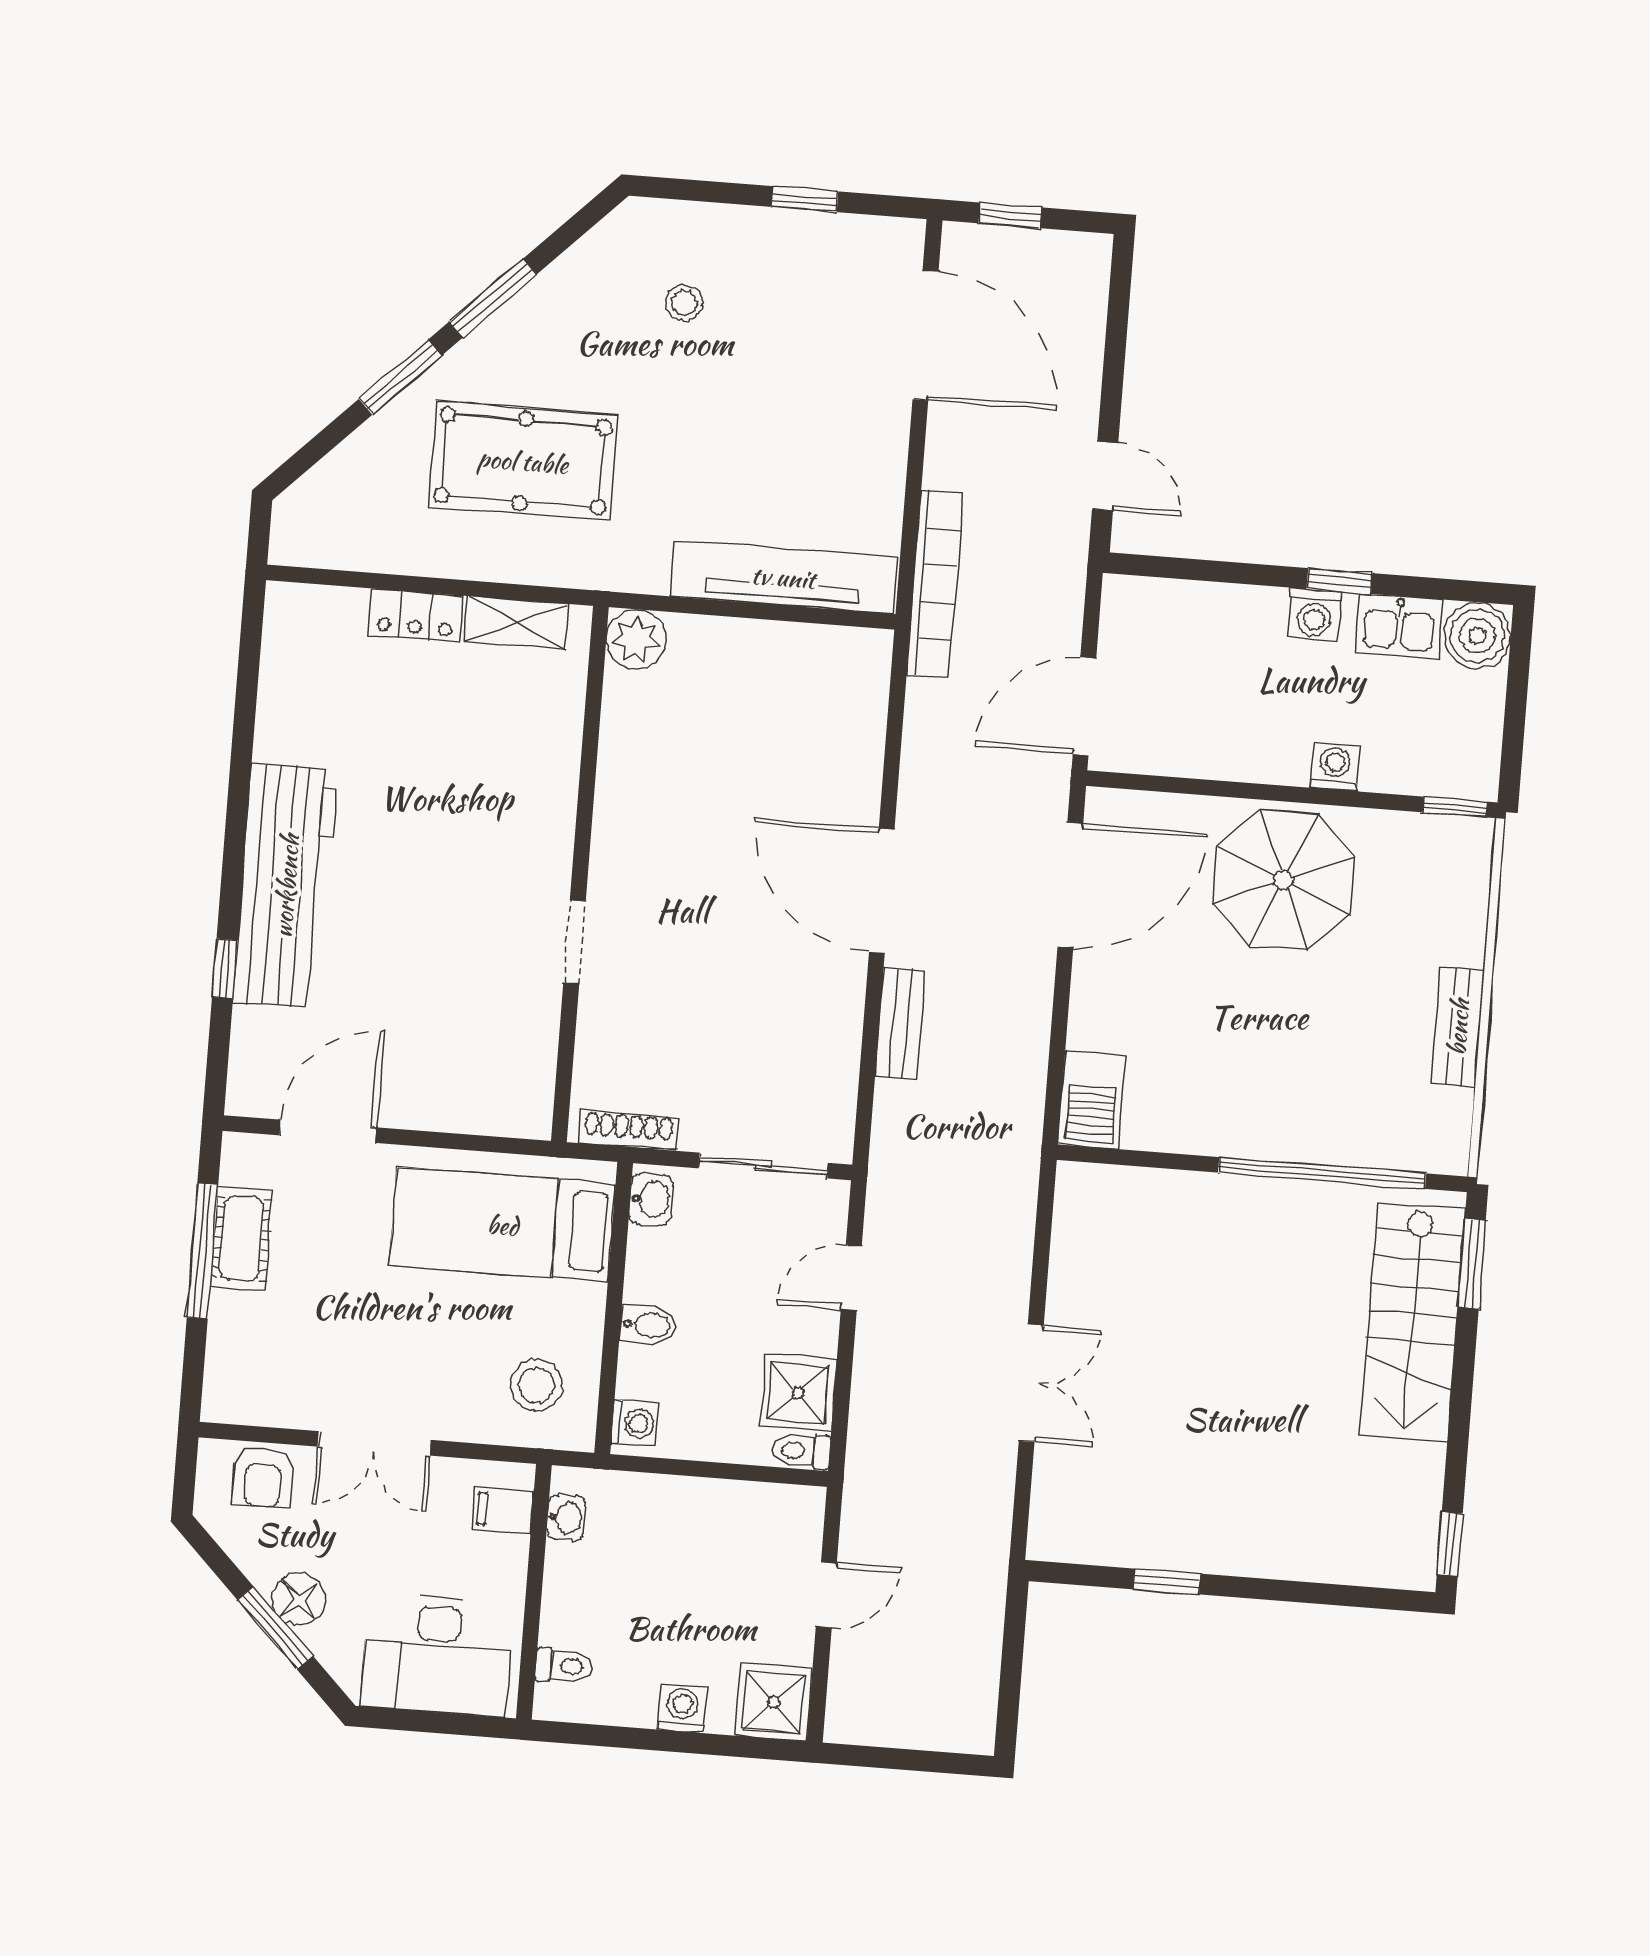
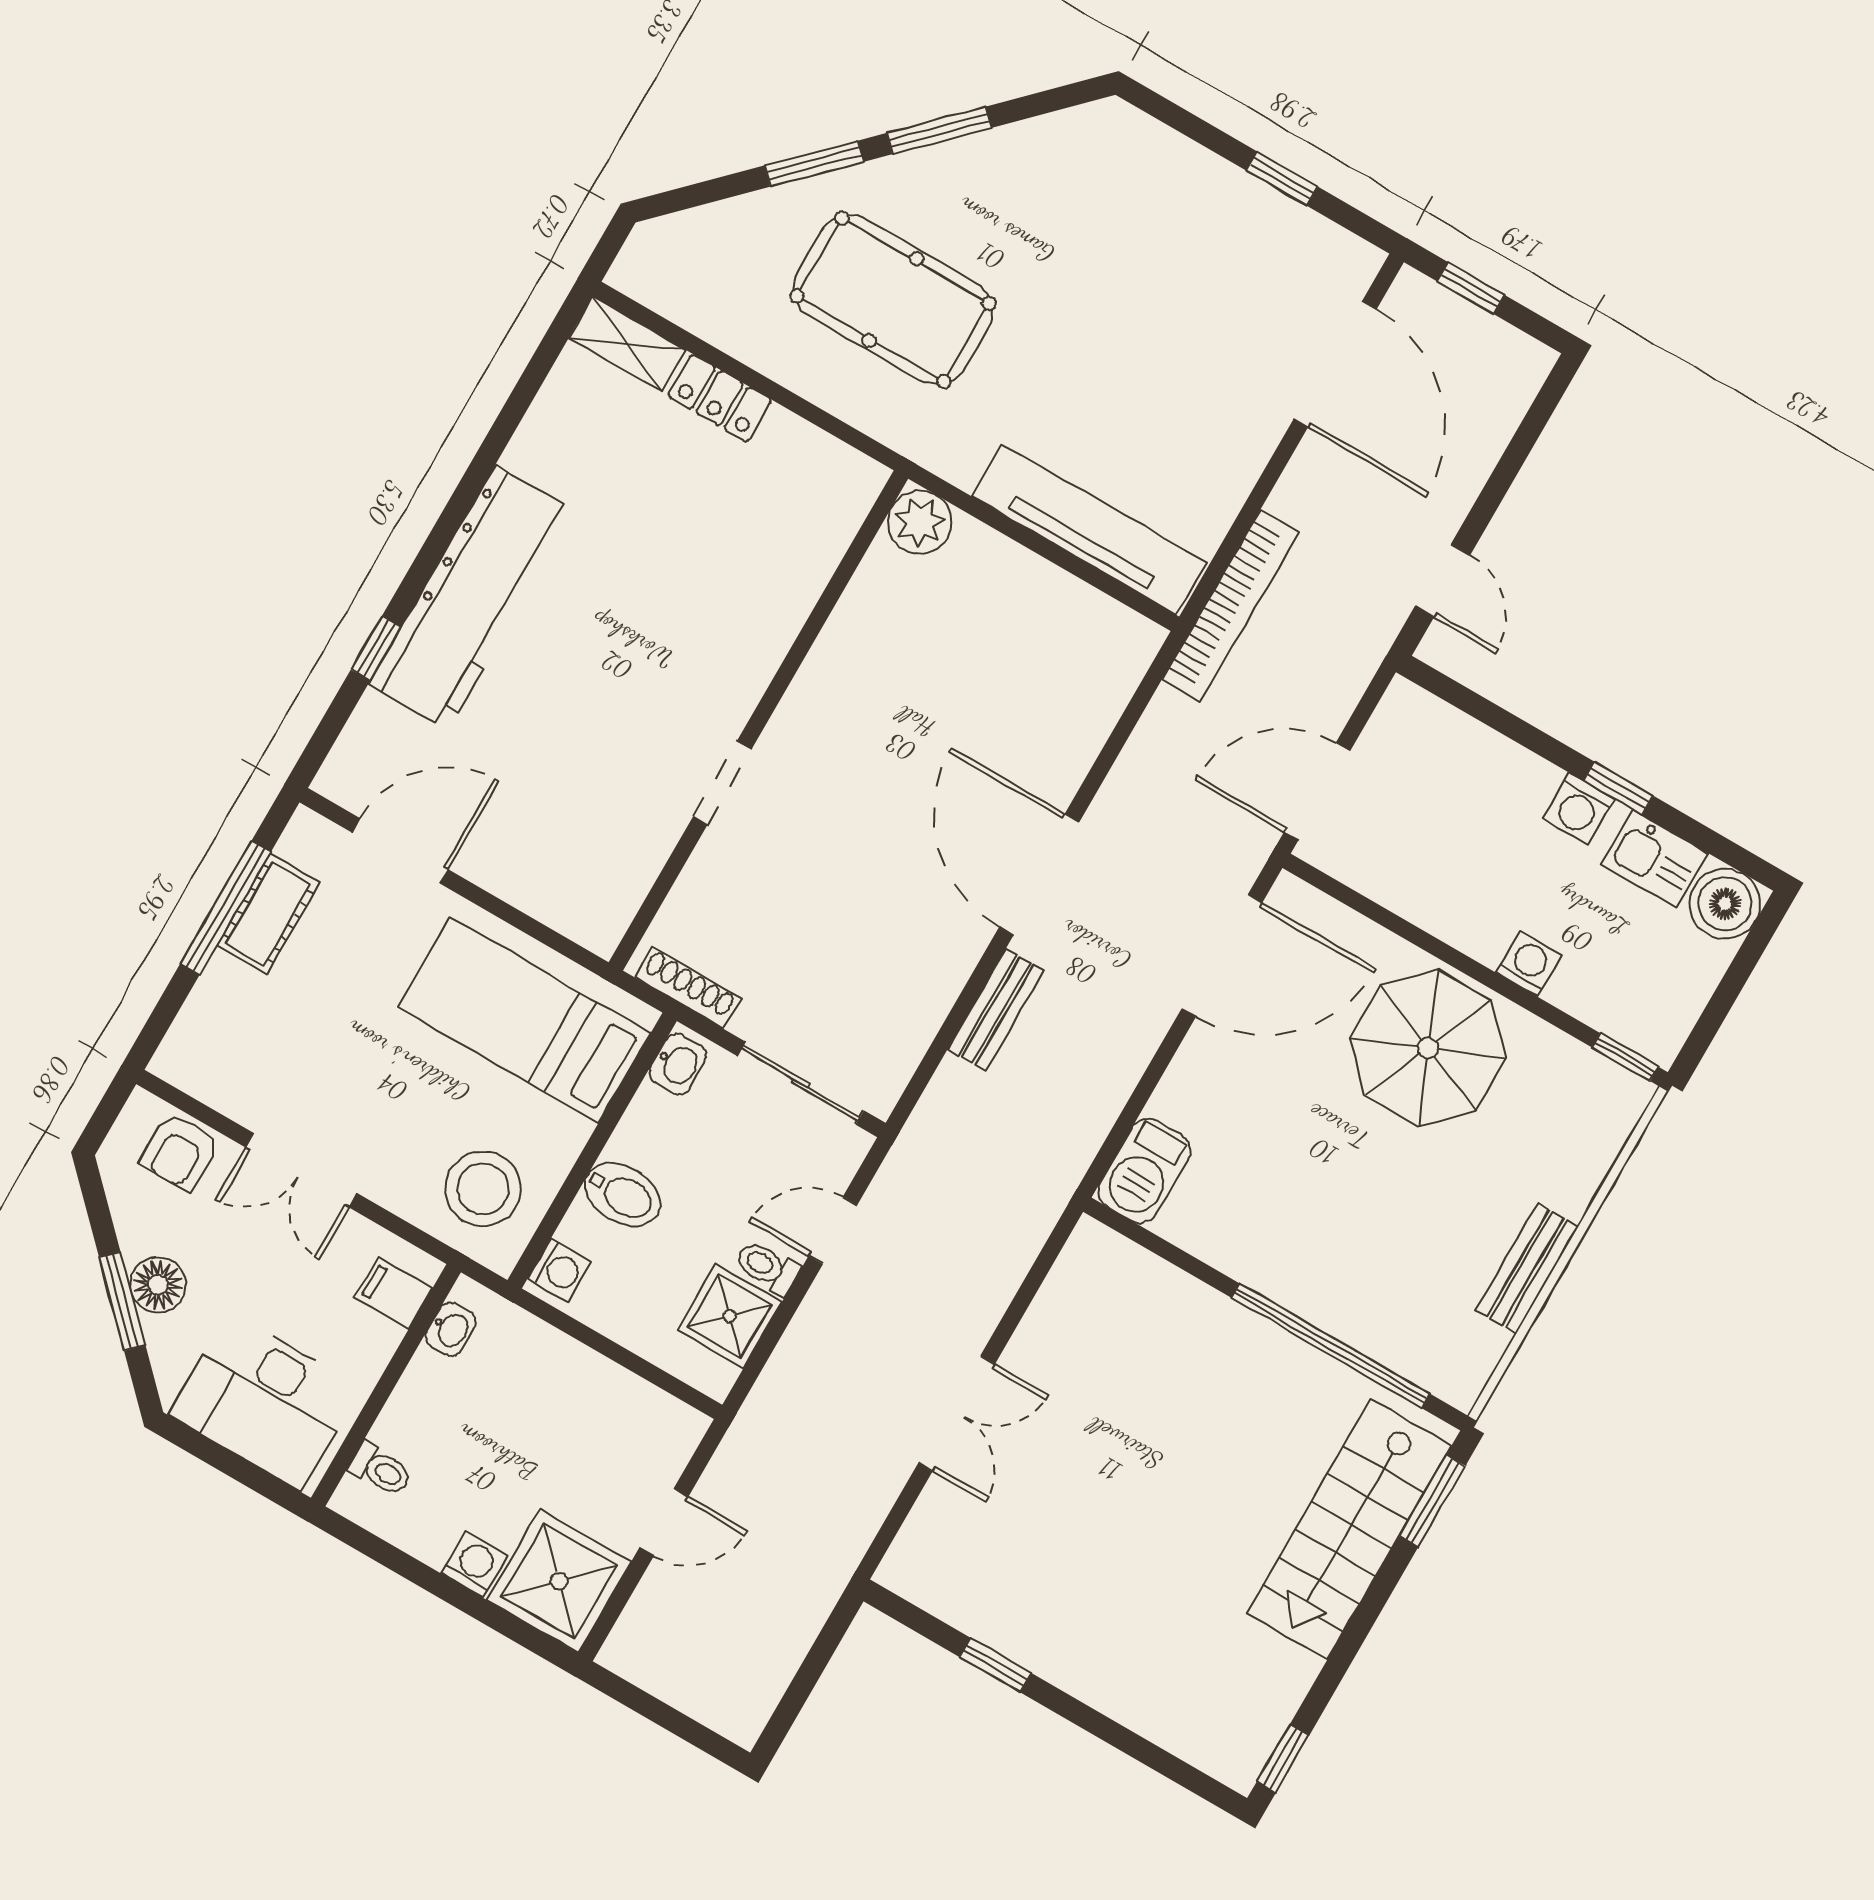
stool: (684, 303) -> (1120, 223), removed
shelving: (516, 623) -> (627, 344), moved
bidet: (648, 1325) -> (622, 1195), width x1.38, depth x1.36
stool: (536, 1385) -> (483, 1189), width x1.38, depth x1.38
toilet: (801, 1451) -> (767, 1267), moved
shower: (773, 1702) -> (559, 1581), width x1.36, depth x1.36

